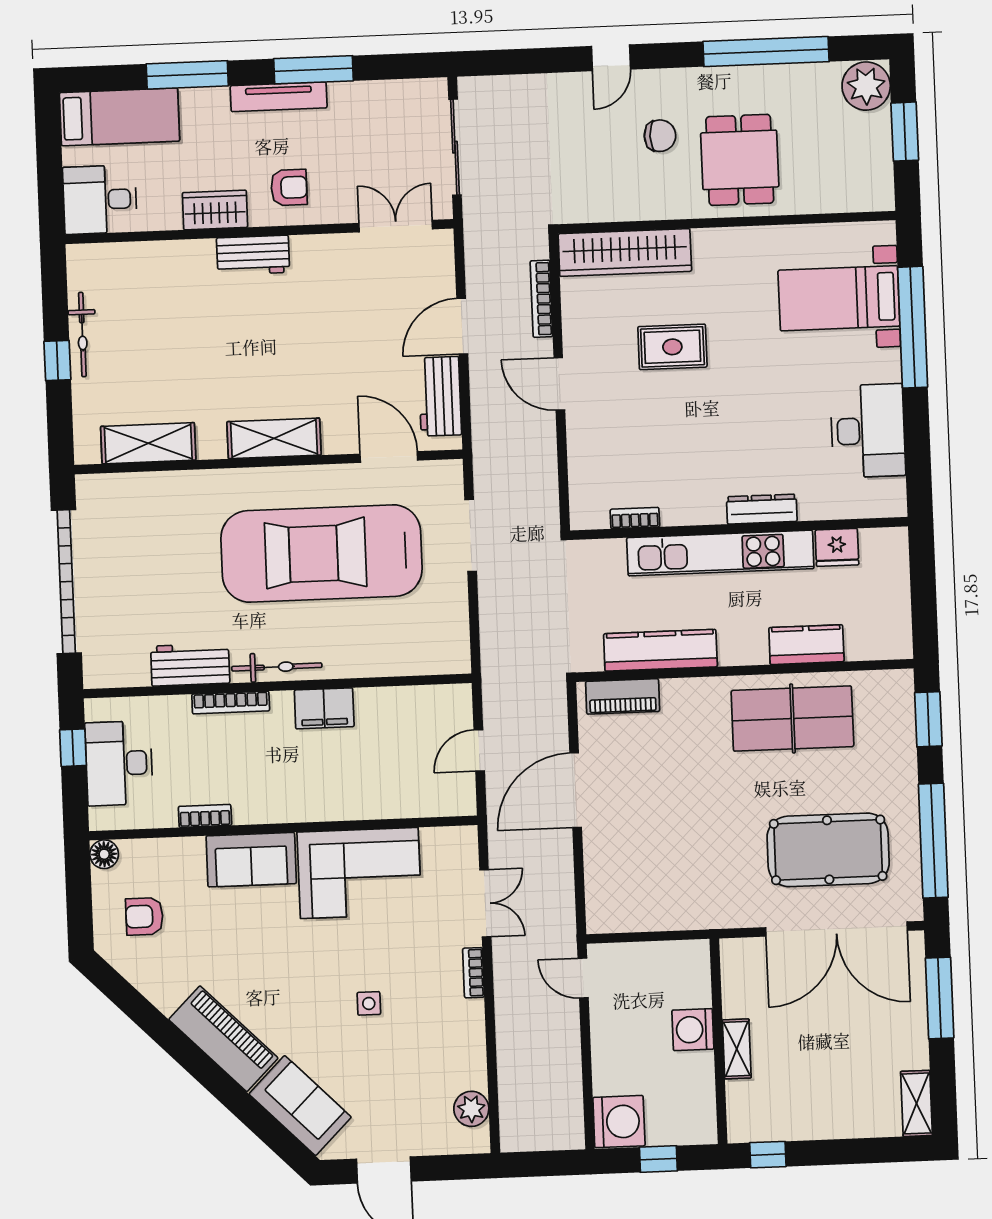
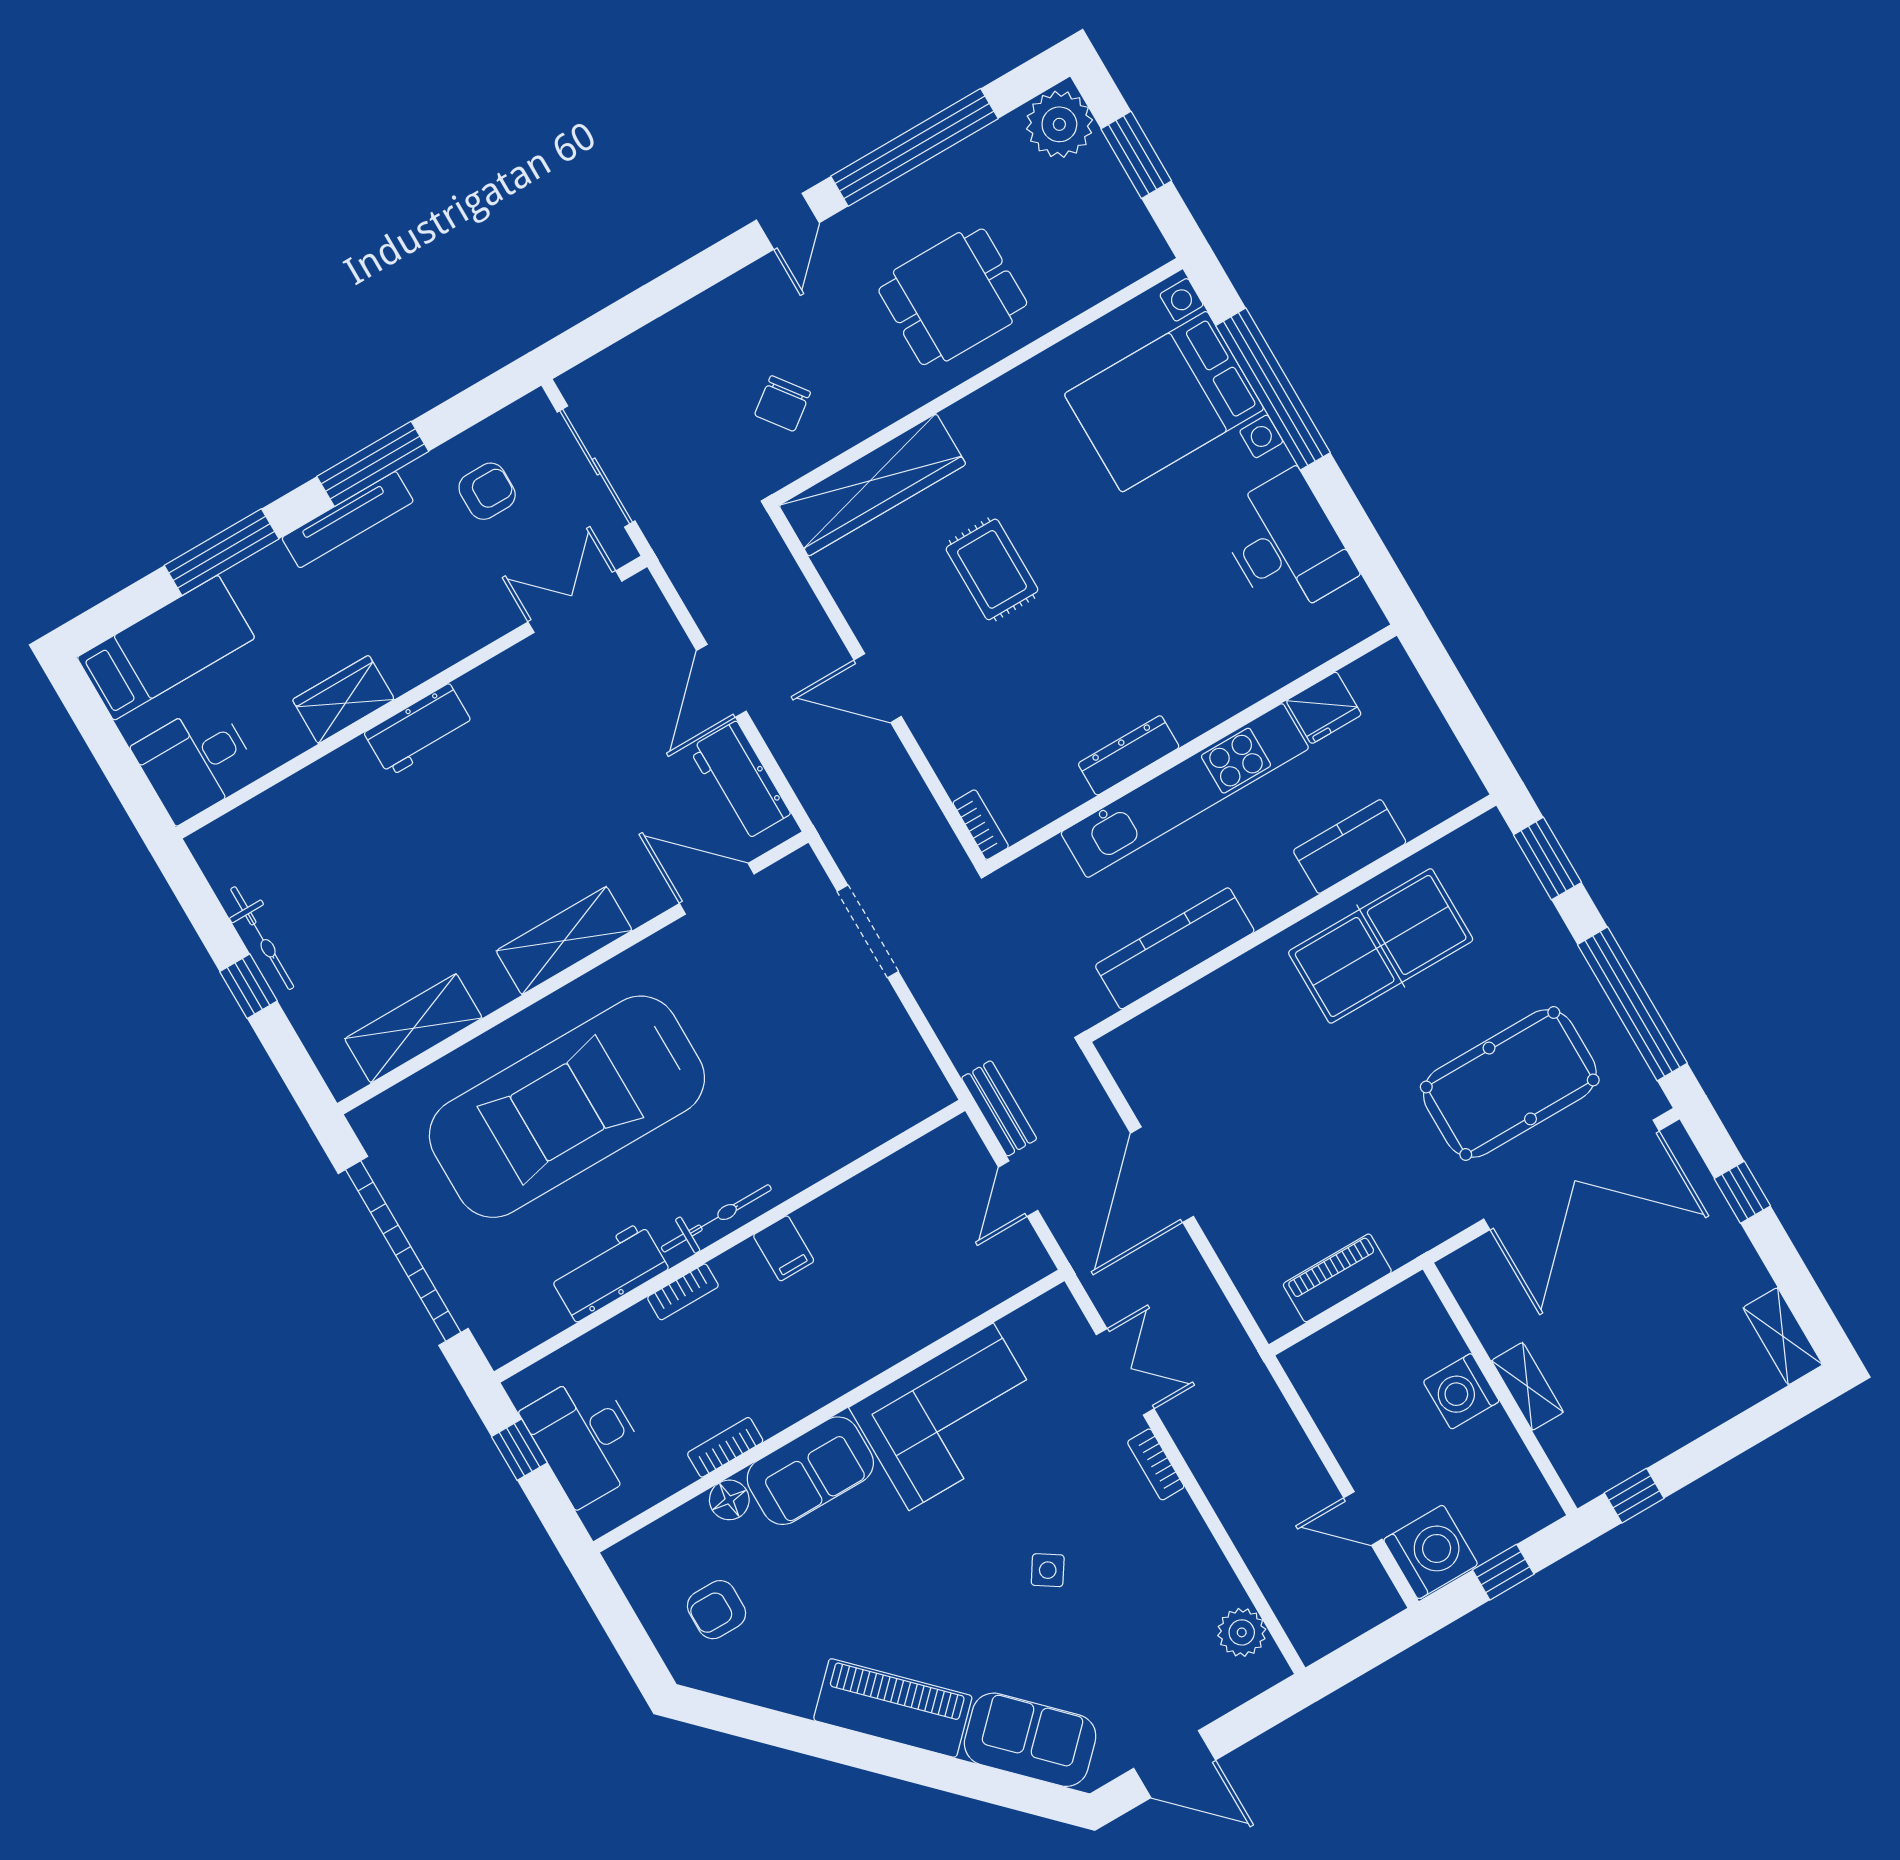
door: (611, 58) -> (788, 221), moved
chair: (660, 136) -> (783, 404), moved, turned 143
dining table: (740, 160) -> (953, 297), turned 90
armchair: (289, 187) -> (487, 491), moved
bed with nightstands: (839, 298) -> (1164, 402), width x1.36
bookcase: (541, 299) -> (800, 596), removed
rug: (672, 347) -> (992, 569), turned 90
dresser: (762, 509) -> (1129, 755), moved
bookcase: (635, 518) -> (981, 825), moved, turned 90
car: (322, 554) -> (567, 1107), moved
bench: (494, 693) -> (999, 1108), added
piano: (623, 696) -> (1337, 1278), moved, turned 180
bookcase: (231, 702) -> (683, 1292), width x0.64
filing cabinet: (324, 708) -> (784, 1248), width x0.50
floor lamp: (104, 854) -> (729, 1500), moved
door: (583, 978) -> (1363, 1518), moved
window: (940, 998) -> (1742, 1192), width x0.46
side table: (369, 1003) -> (1048, 1570), turned 33

